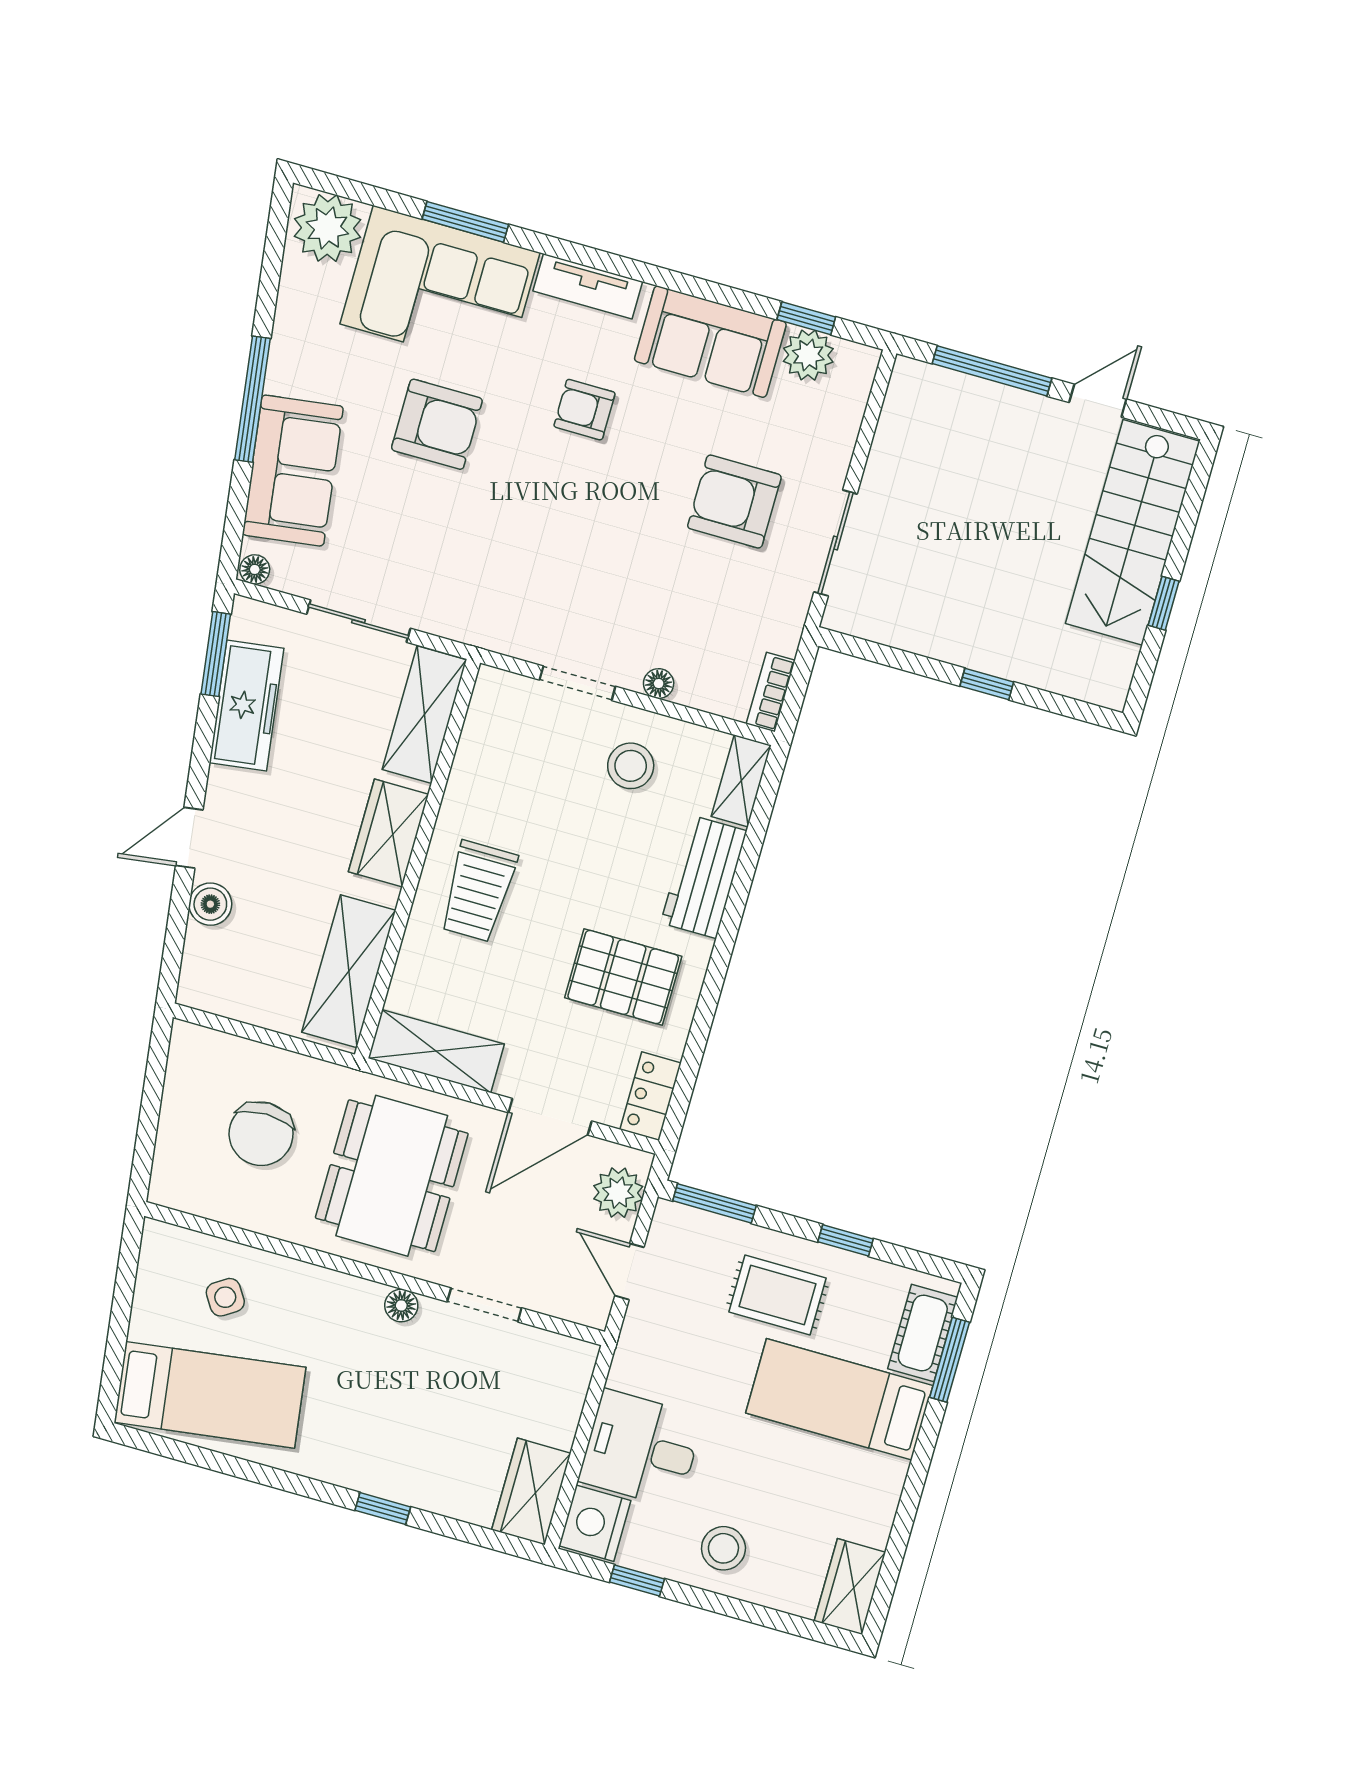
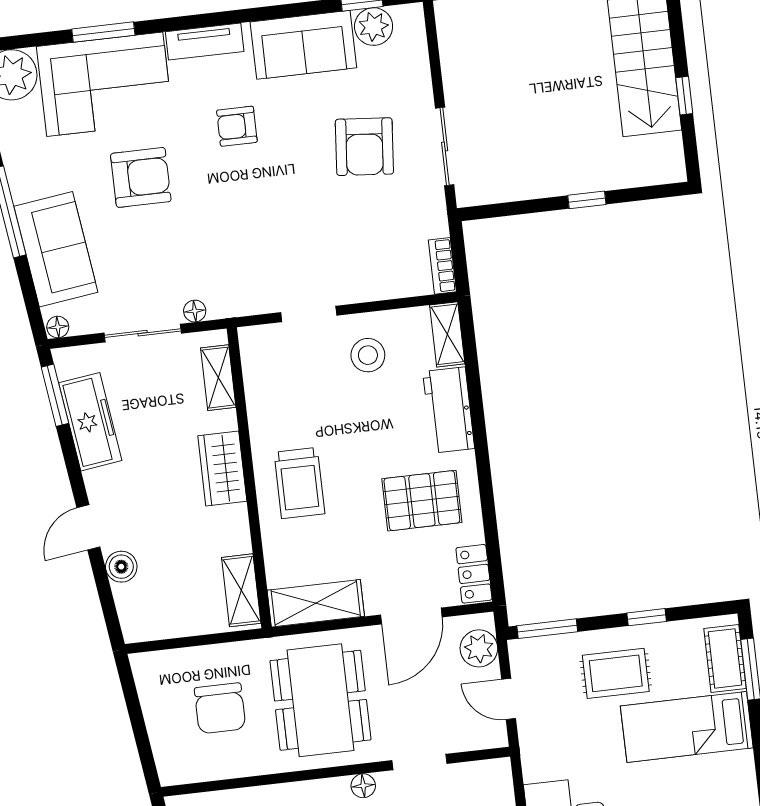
armchair: (734, 502) -> (364, 147), turned -85
floor lamp: (659, 684) -> (195, 311), moved
shelving: (424, 715) -> (218, 378), width x0.67, depth x0.75
shelving: (349, 971) -> (241, 590), width x0.67, depth x0.75

